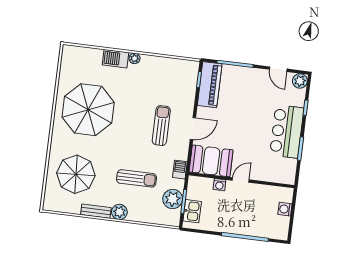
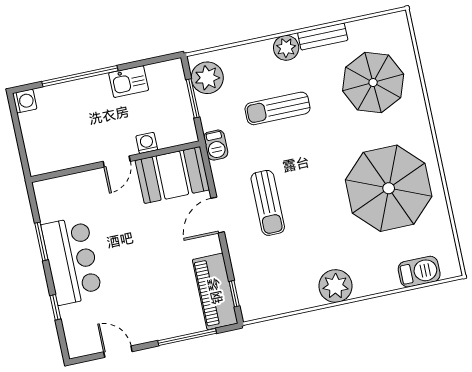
plant: (135, 58) -> (335, 286), width x1.87, depth x1.87
barbecue: (116, 59) -> (419, 272), moved
plant: (300, 81) -> (78, 345), removed
plant: (173, 199) -> (207, 78), moved
washing machine: (285, 209) -> (25, 101), moved
kitchen sink: (192, 211) -> (129, 82), moved, turned -90

